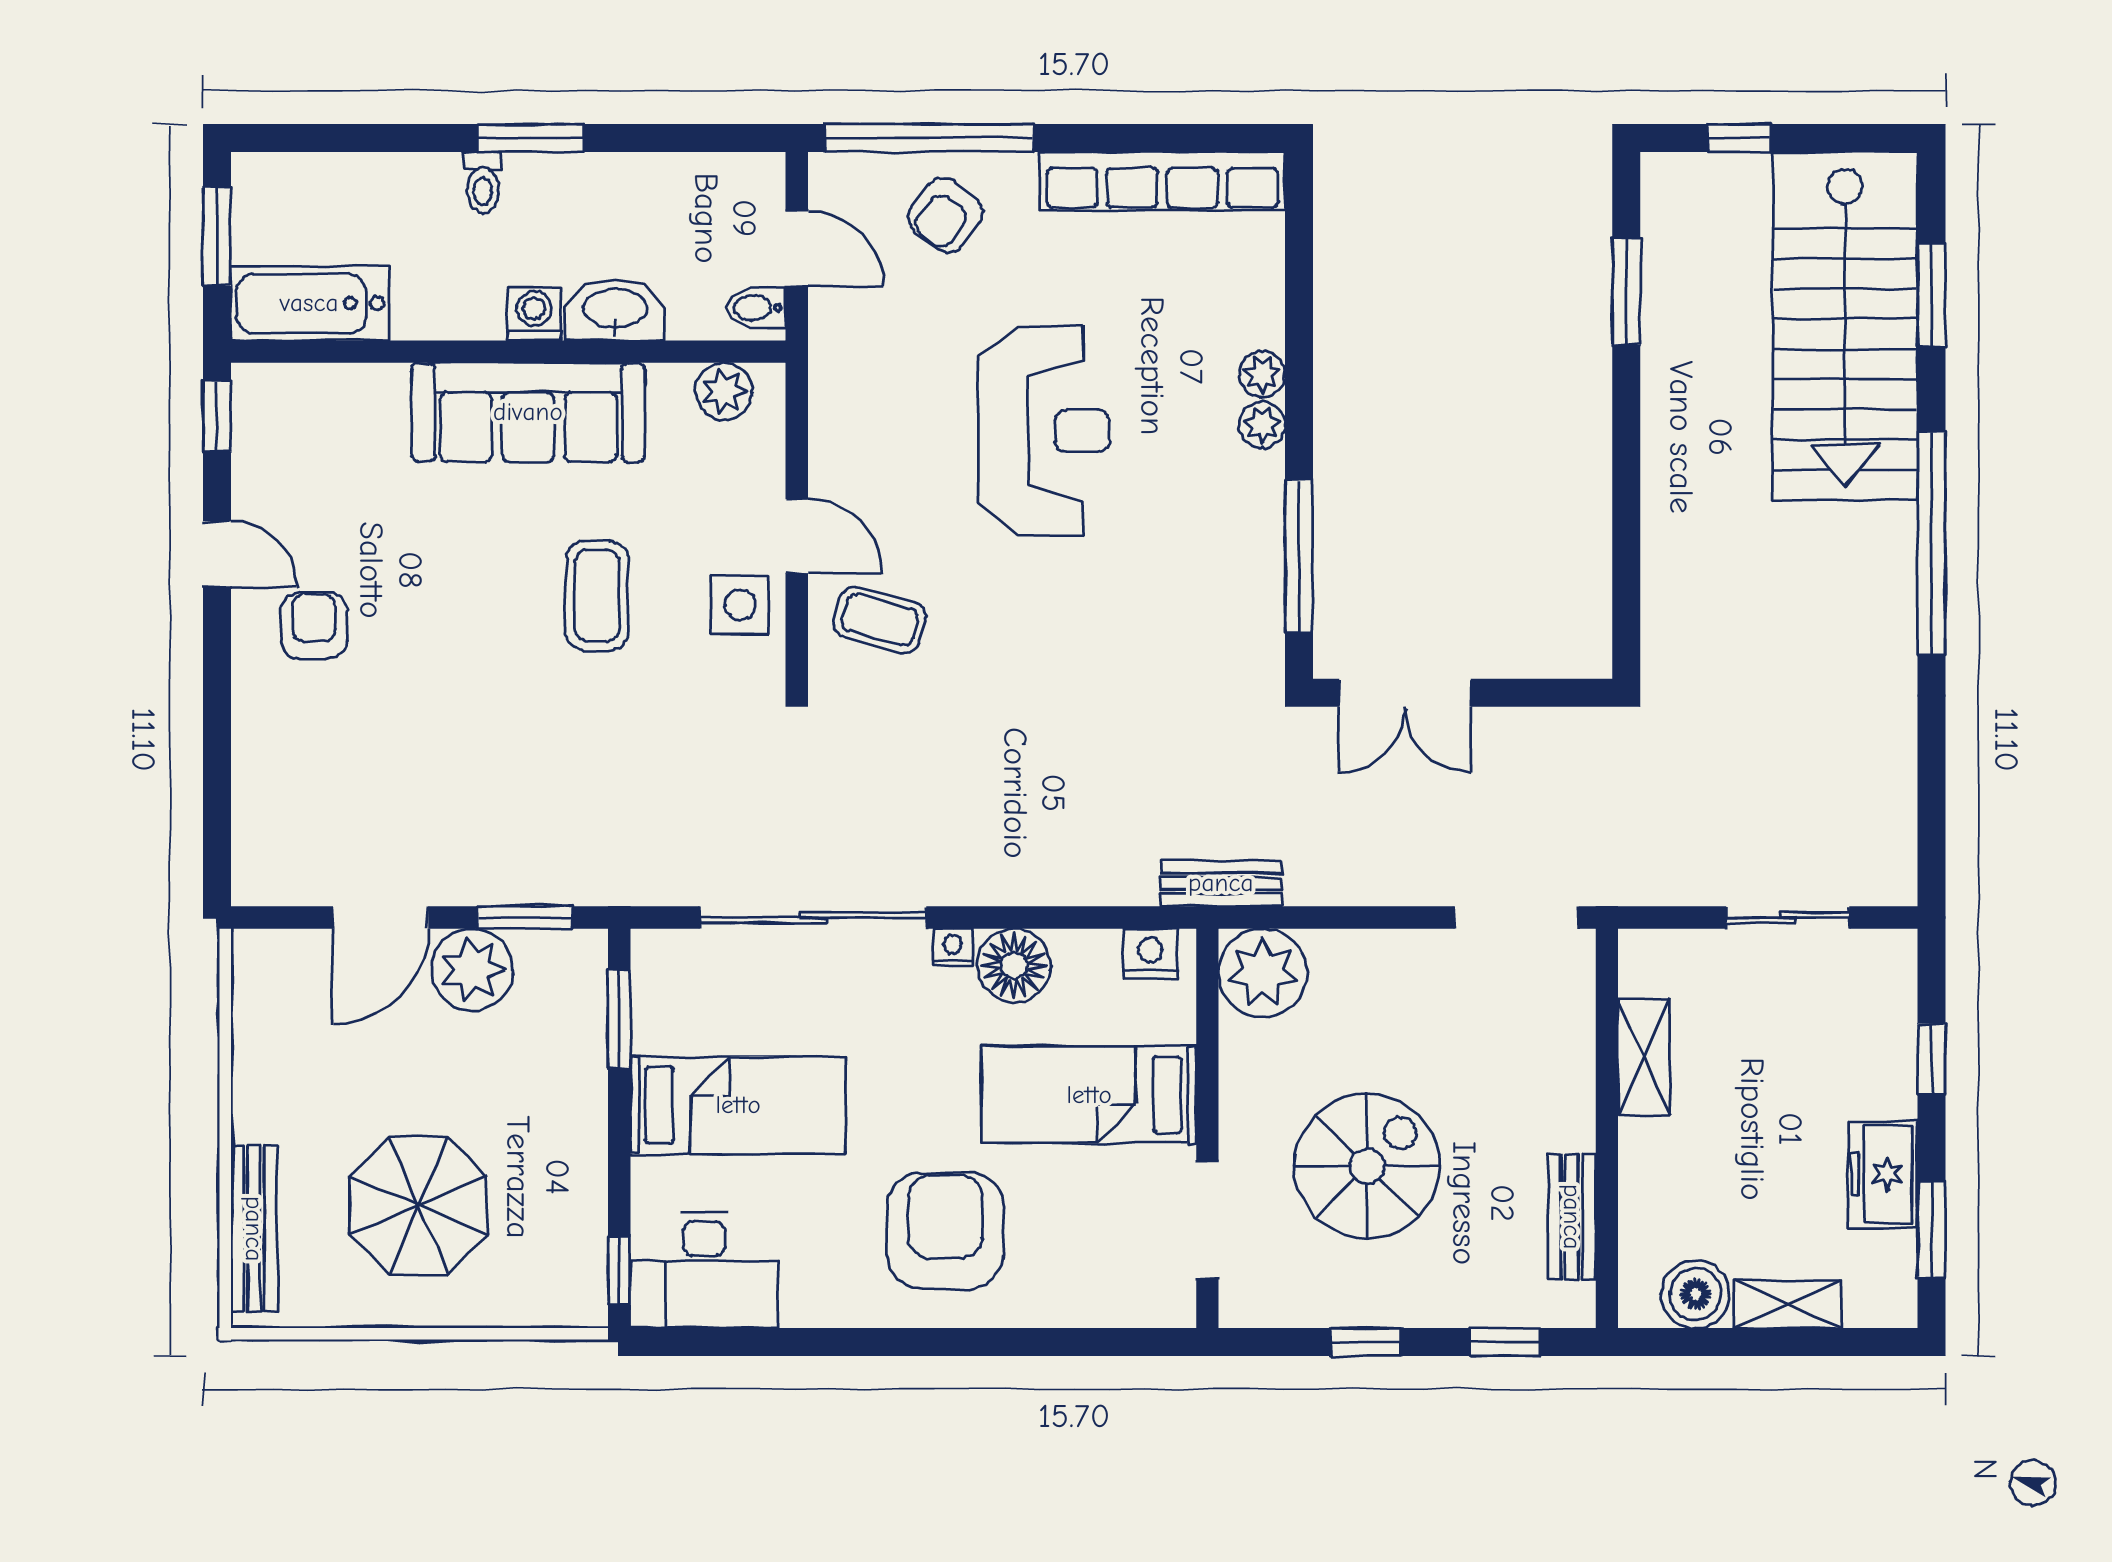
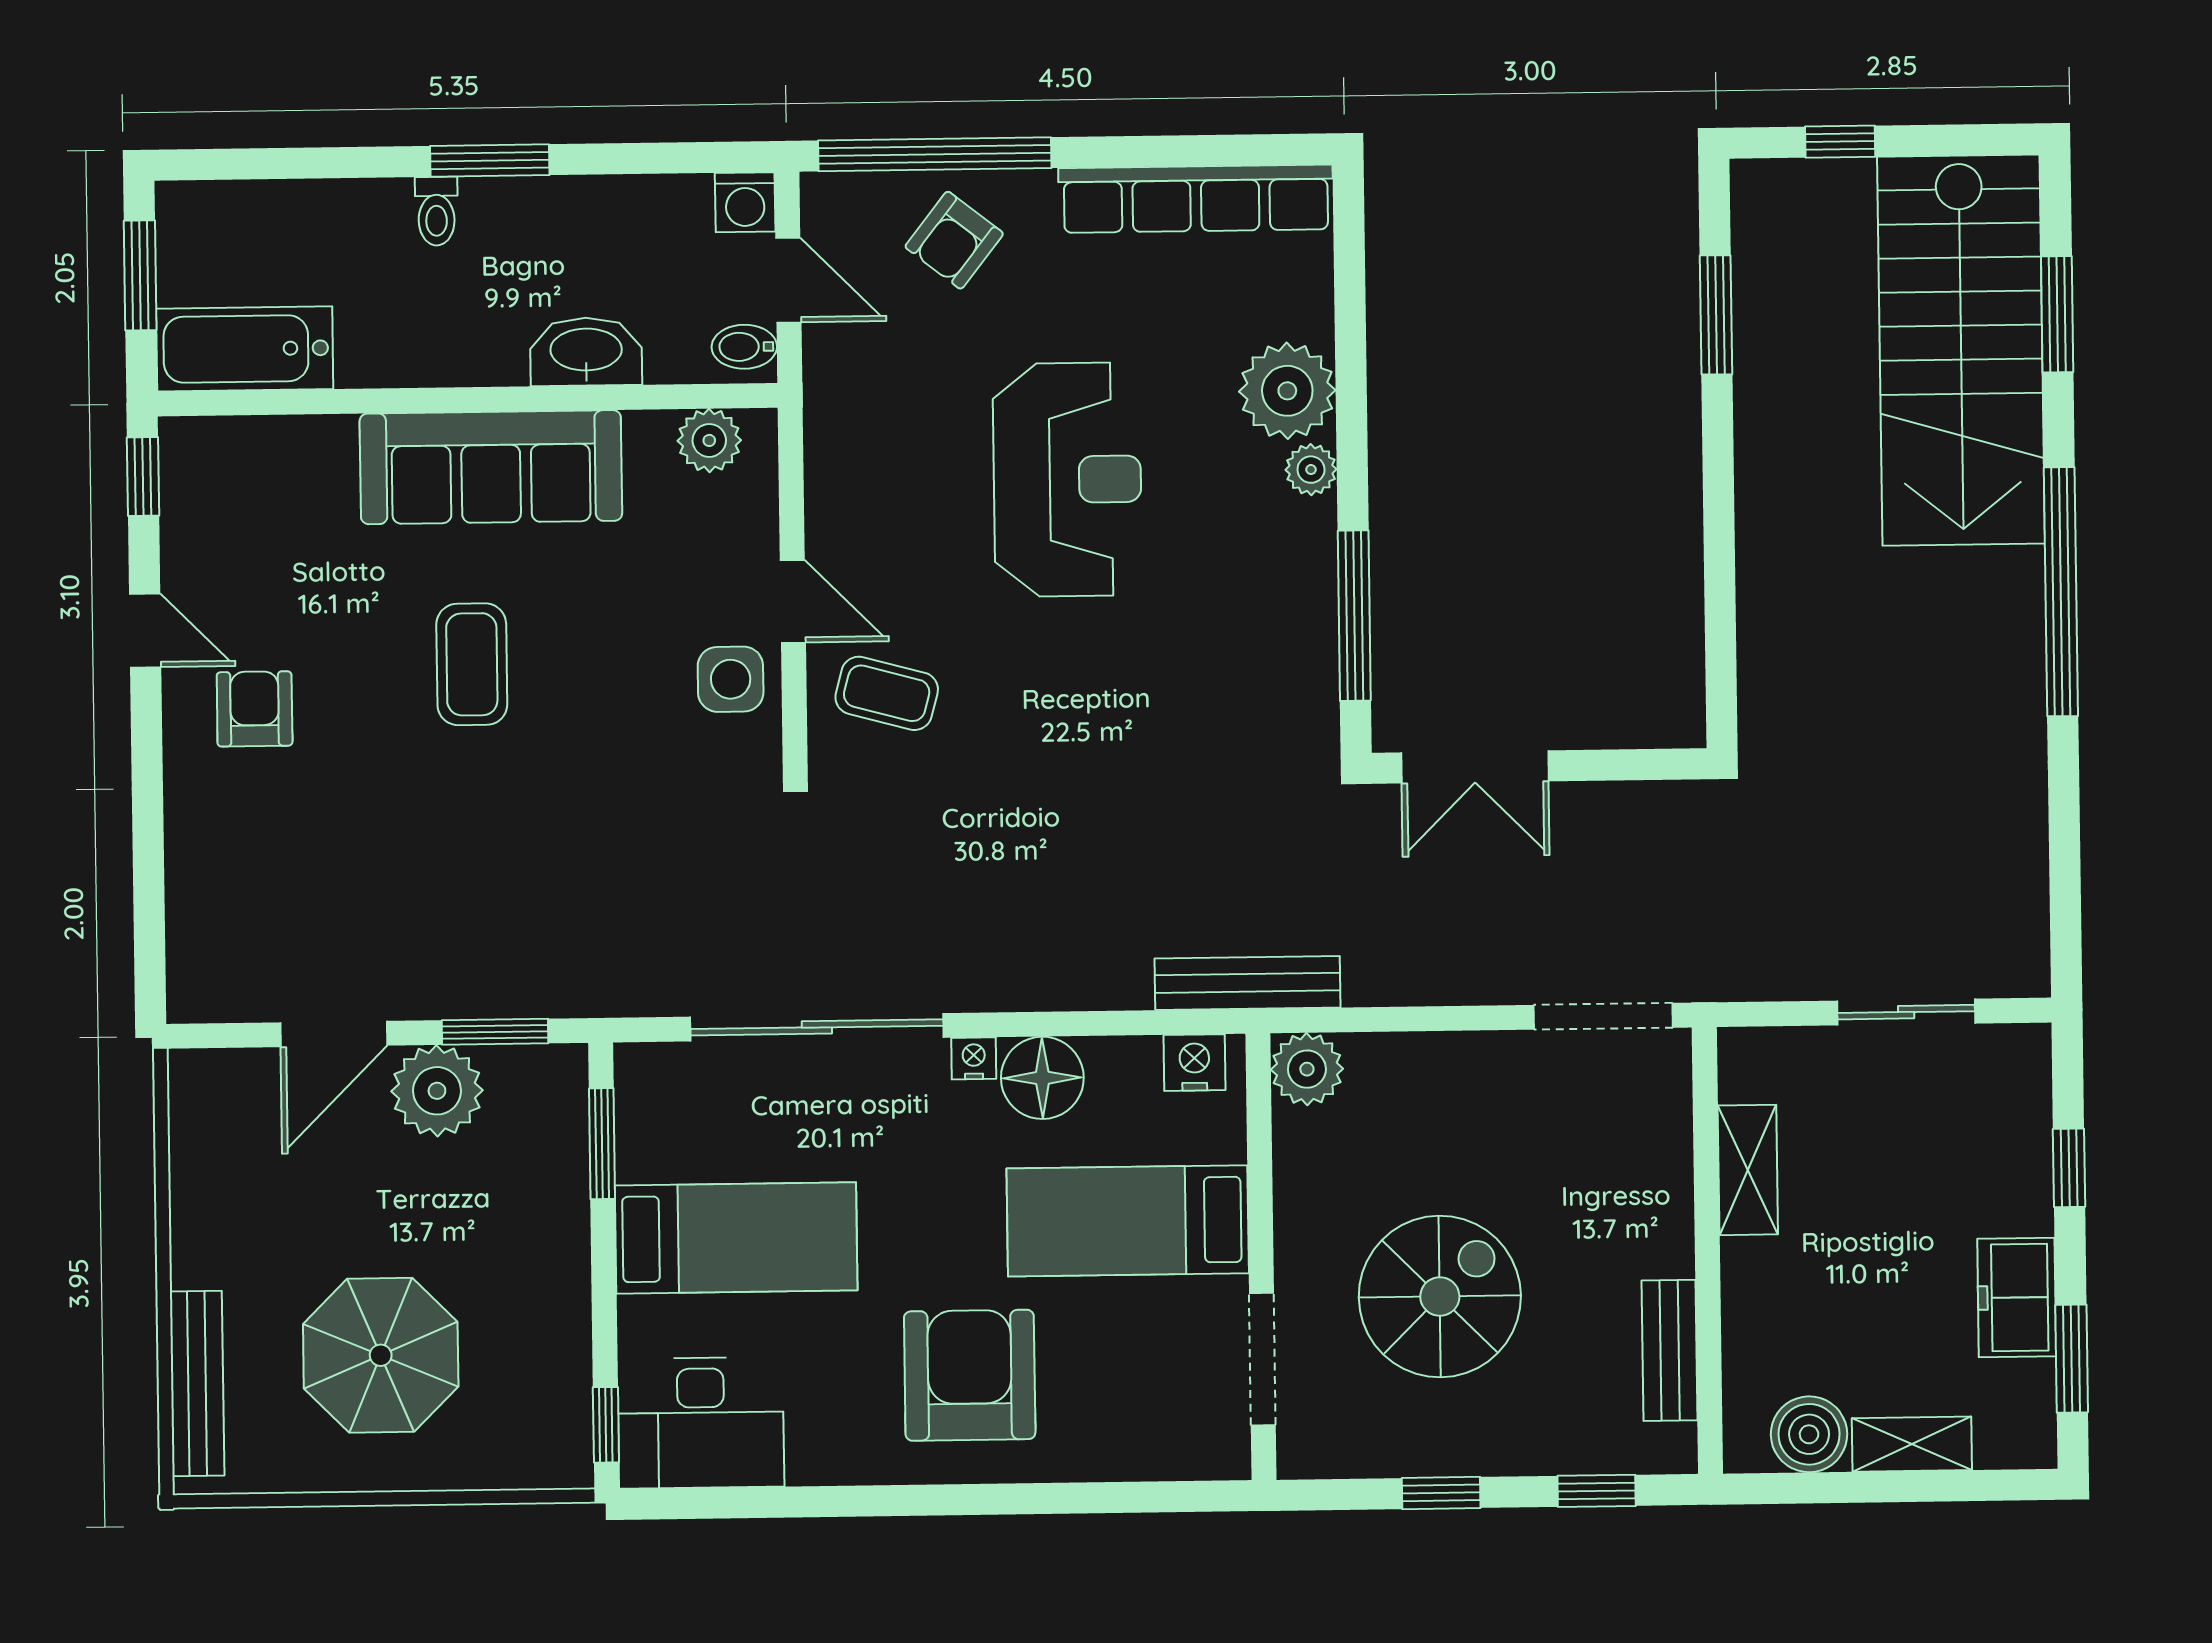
washing machine: (534, 314) -> (745, 202), moved, turned 180
plant: (1262, 374) -> (1287, 391), width x1.87, depth x1.87
coffee table: (597, 596) -> (472, 664), moved
bench: (1221, 883) -> (1248, 983), width x1.36
plant: (1263, 973) -> (1307, 1069), width x0.73, depth x0.73

